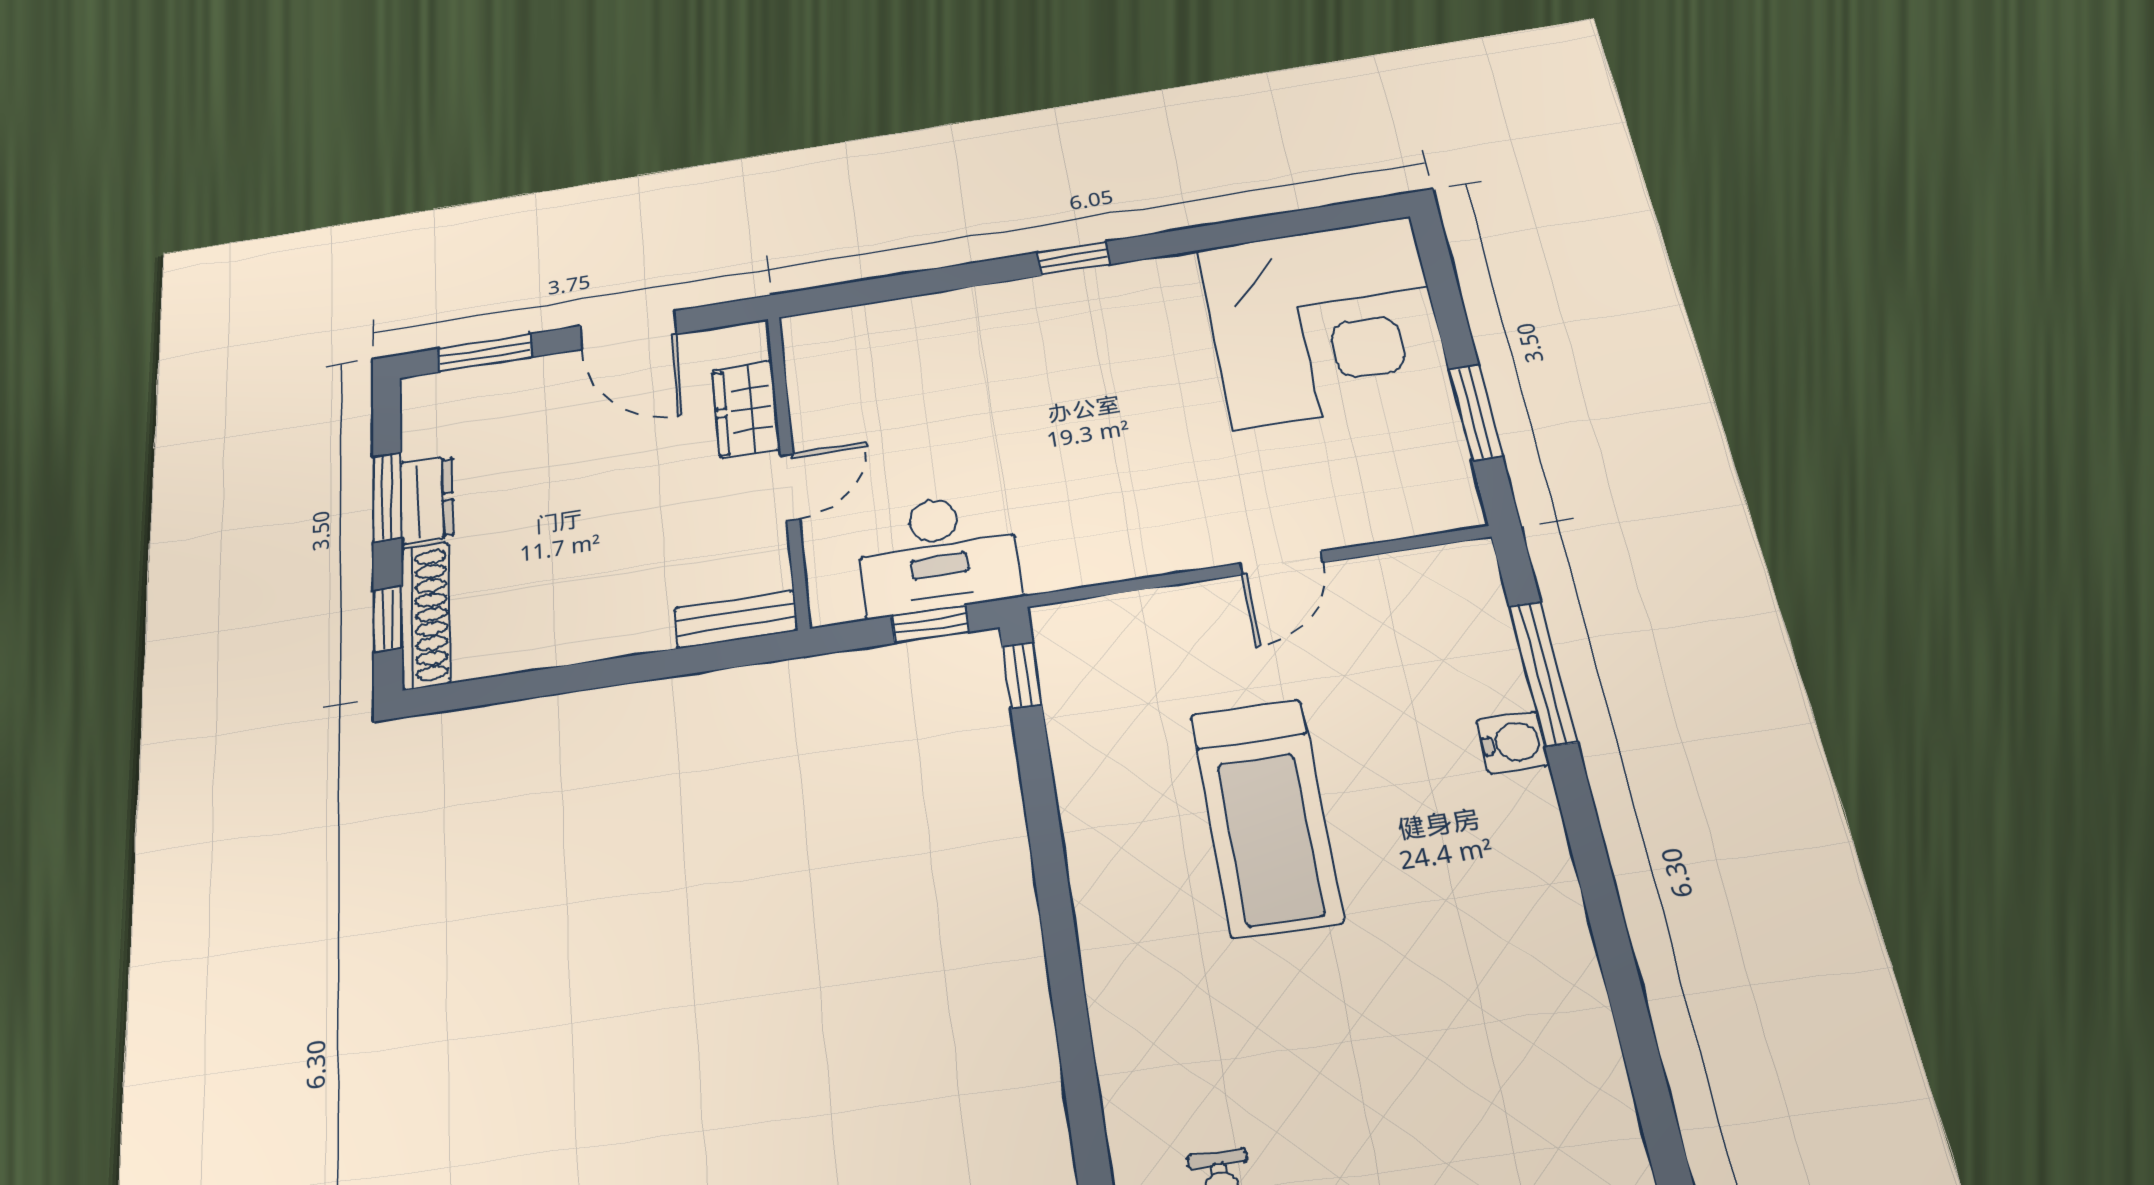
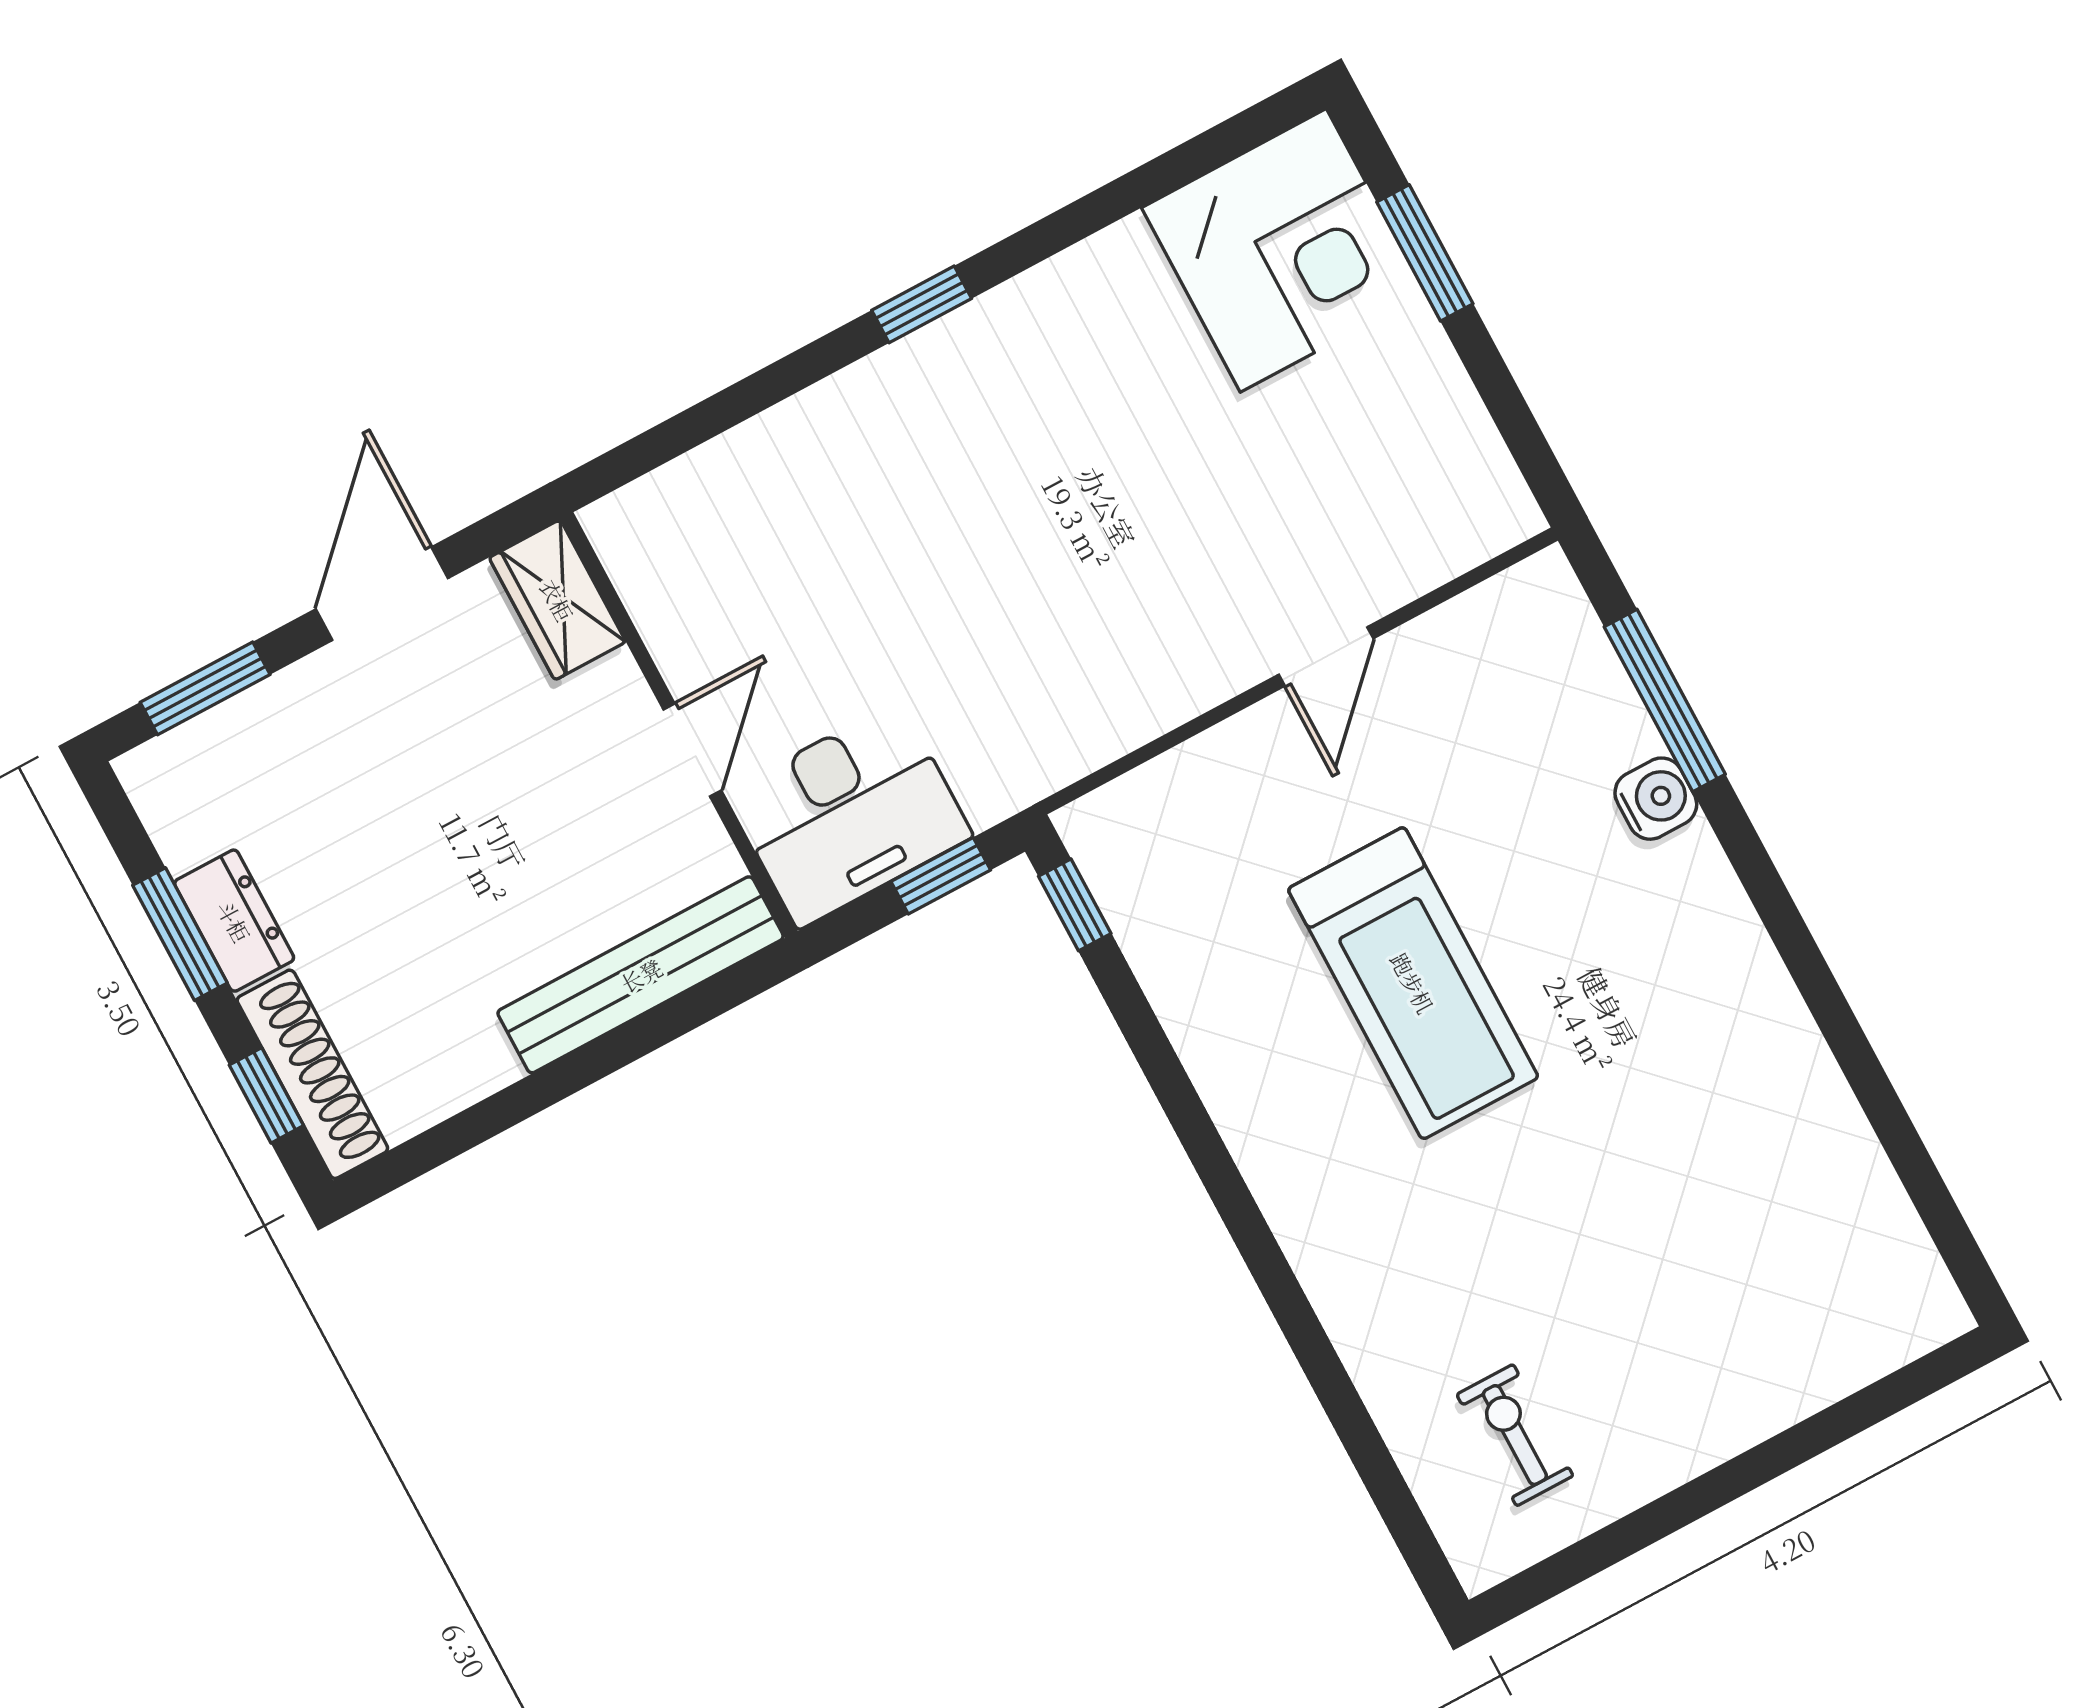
corner desk: (1323, 322) -> (1283, 250), width x0.74, depth x0.74
door: (628, 330) -> (382, 594), swing flipped
wardrobe: (746, 410) -> (557, 600), moved
window: (1475, 412) -> (1425, 253), moved
desk: (938, 554) -> (849, 815), moved
bench: (736, 619) -> (641, 975), width x1.86, depth x1.21

